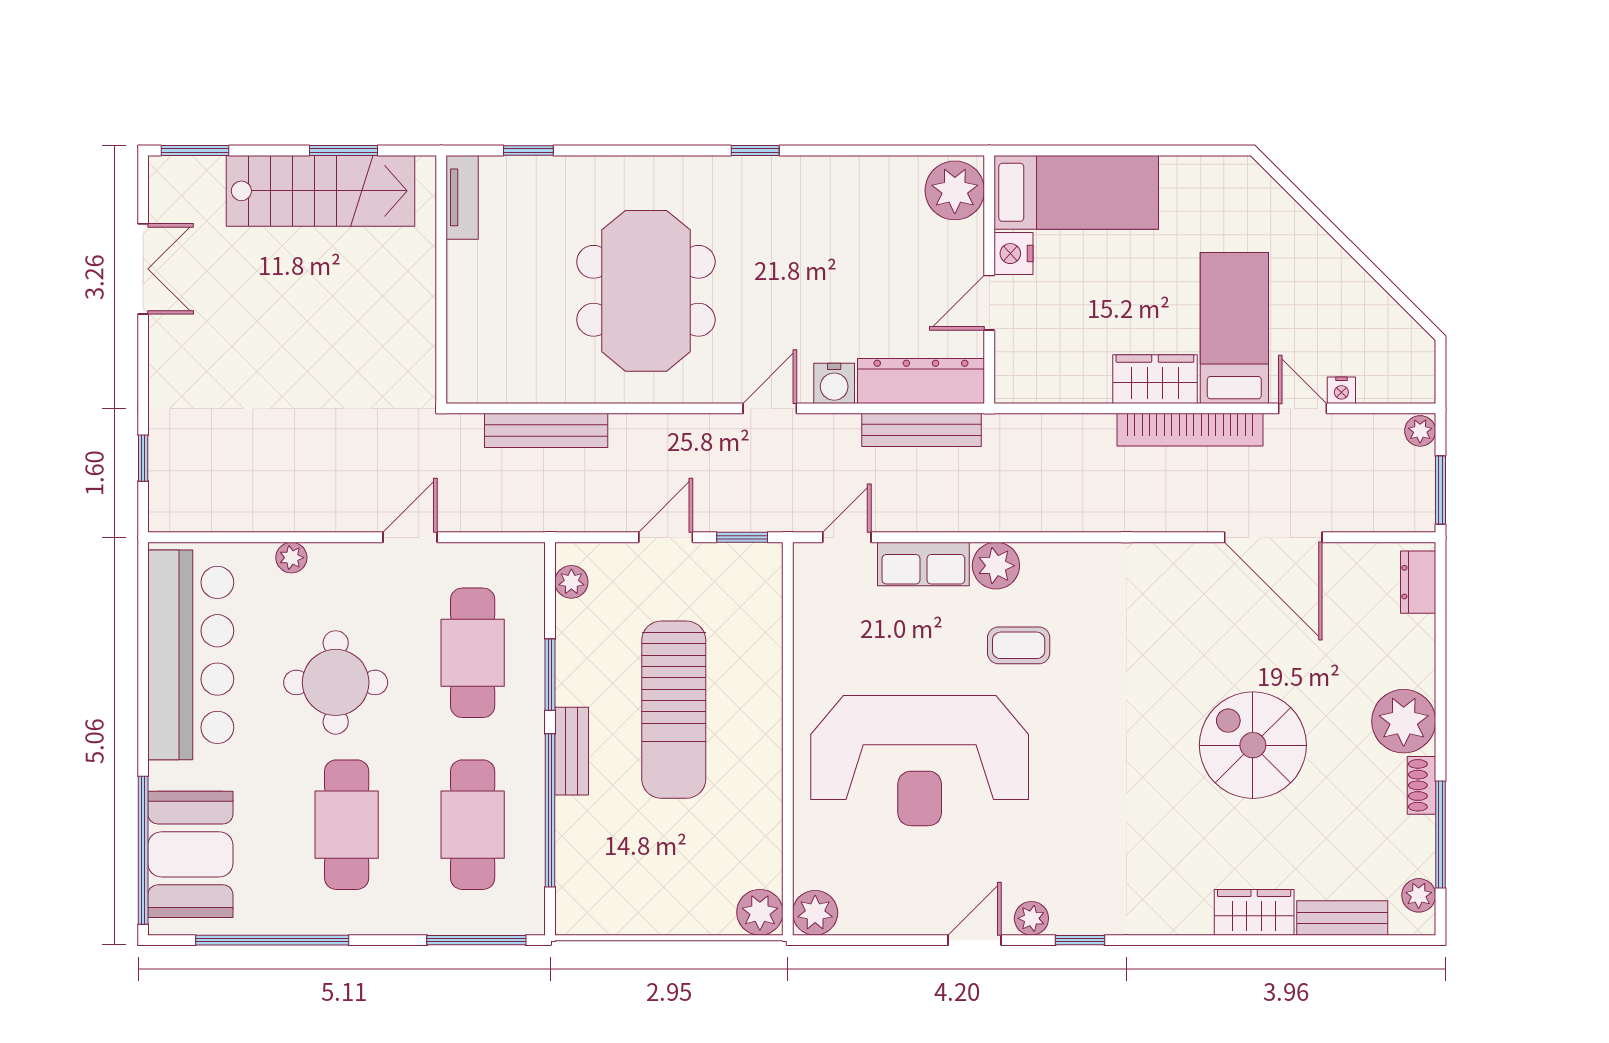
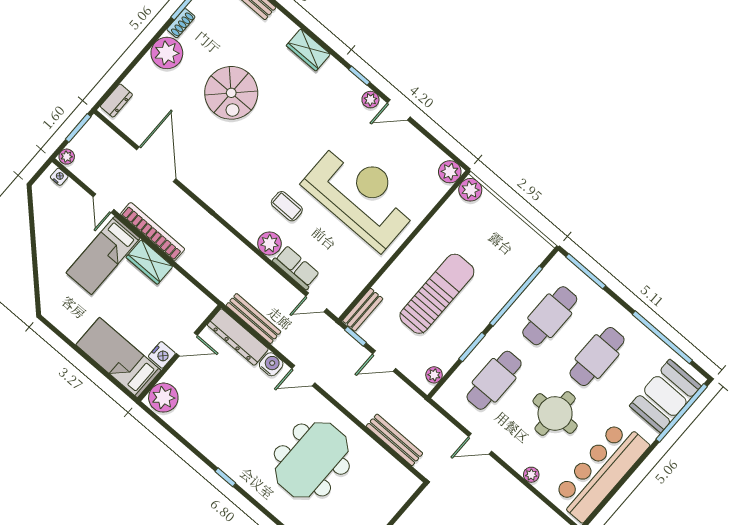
nightstand: (1341, 390) -> (59, 177), moved
bench: (572, 751) -> (363, 310), moved
wardrobe: (1254, 912) -> (308, 50), moved

